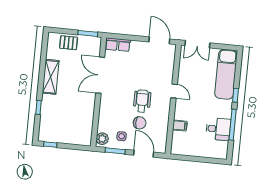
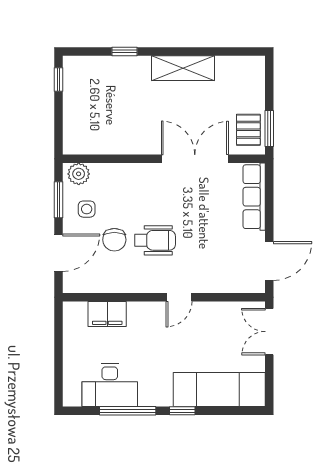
pallet: (69, 43) -> (248, 130), moved
row of seats: (118, 45) -> (254, 197), width x1.48
filing cabinet: (180, 126) -> (107, 314), width x2.00
desk: (218, 129) -> (110, 385), width x1.37

